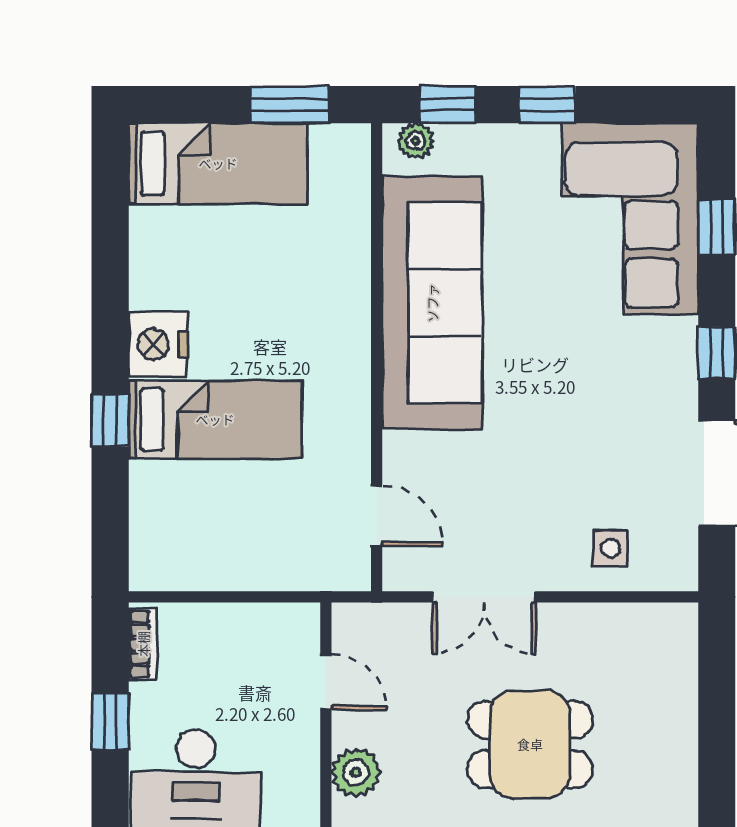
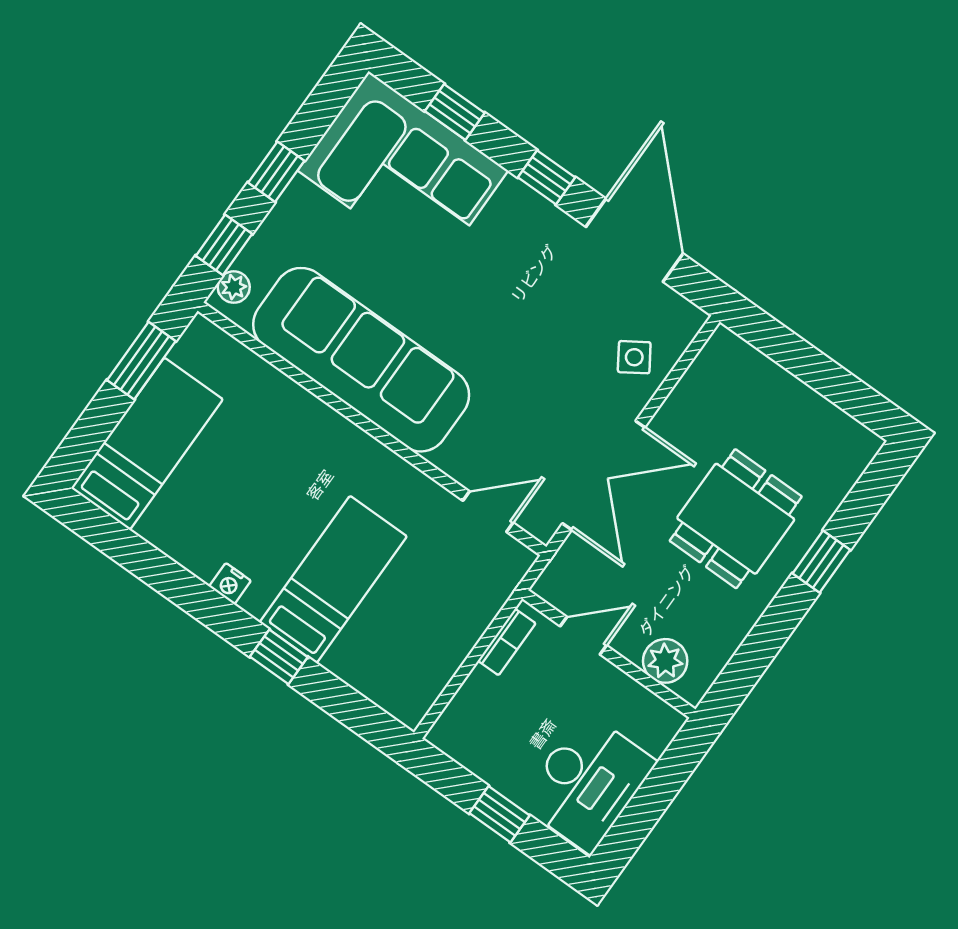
nightstand: (158, 344) -> (230, 584), width x0.53, depth x0.56
side table: (611, 548) -> (634, 357), turned -33
double door: (484, 597) -> (604, 475), width x1.37
bookcase: (143, 644) -> (507, 642), moved, turned 90

